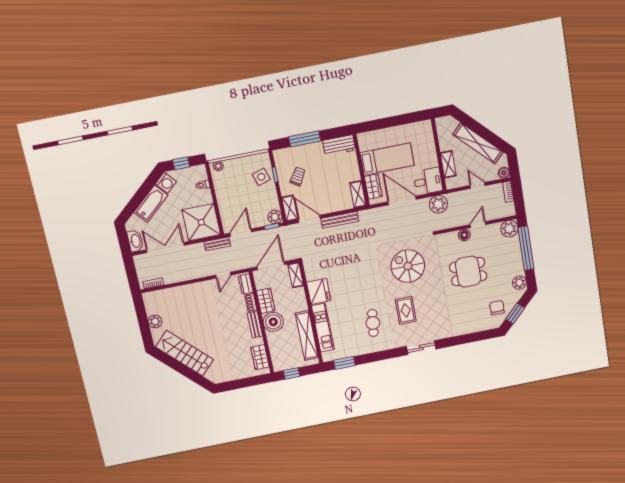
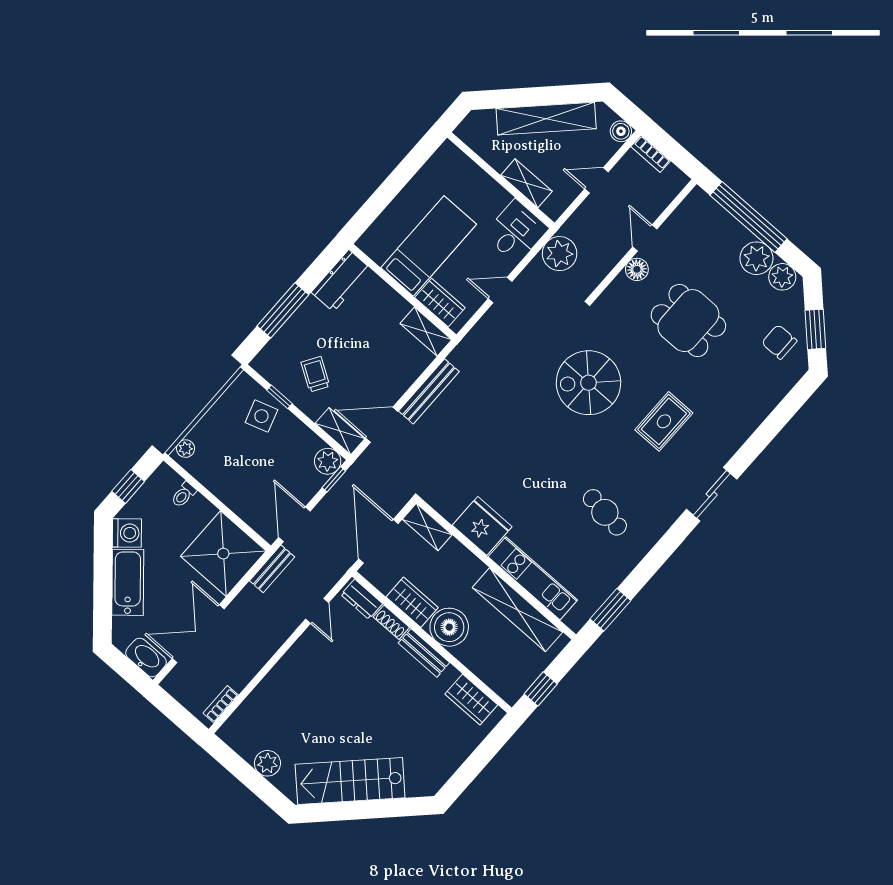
door: (402, 200) -> (500, 290), width x0.53
plant: (509, 229) -> (756, 258), moved
dining table: (468, 272) -> (688, 321), turned 90
rug: (406, 310) -> (664, 421), moved, turned 90

